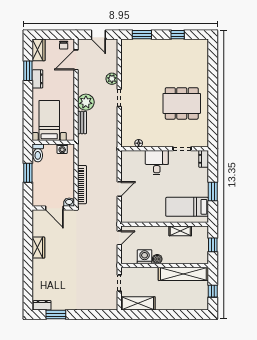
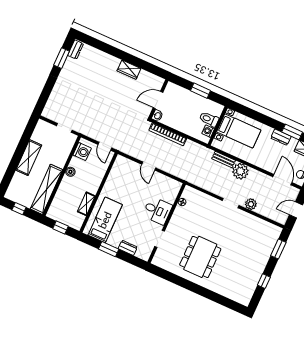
toilet: (38, 153) -> (209, 119), moved
dresser: (204, 159) -> (128, 248), moved
washing machine: (145, 257) -> (82, 152), moved
shelving: (138, 303) -> (29, 158), moved

